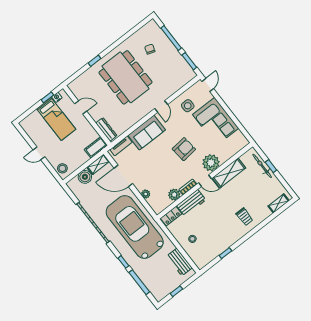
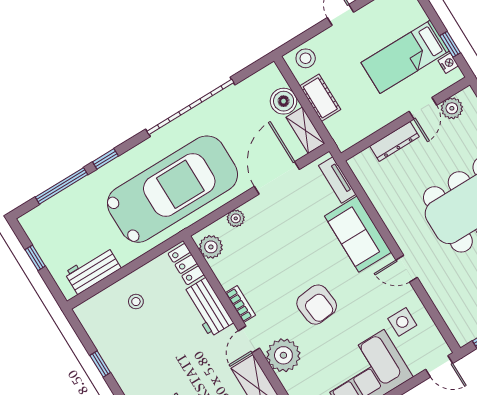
plant: (79, 93) -> (452, 108), added
dresser: (106, 129) -> (395, 141), moved
cot: (96, 147) -> (320, 98), moved
plant: (174, 195) -> (211, 247), moved

